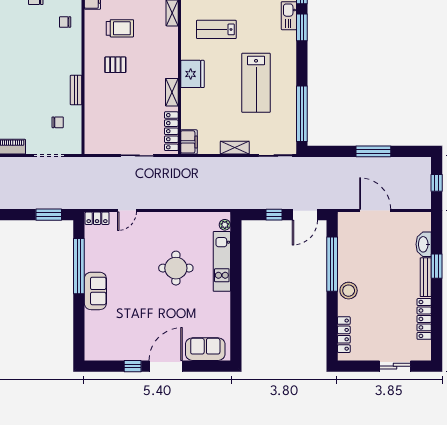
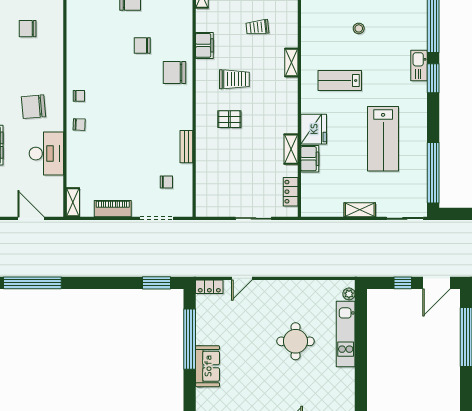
chair: (65, 22) -> (174, 72), width x1.87, depth x1.87
locker: (171, 131) -> (291, 192), width x0.66
filing cabinet: (189, 142) -> (310, 159), moved

